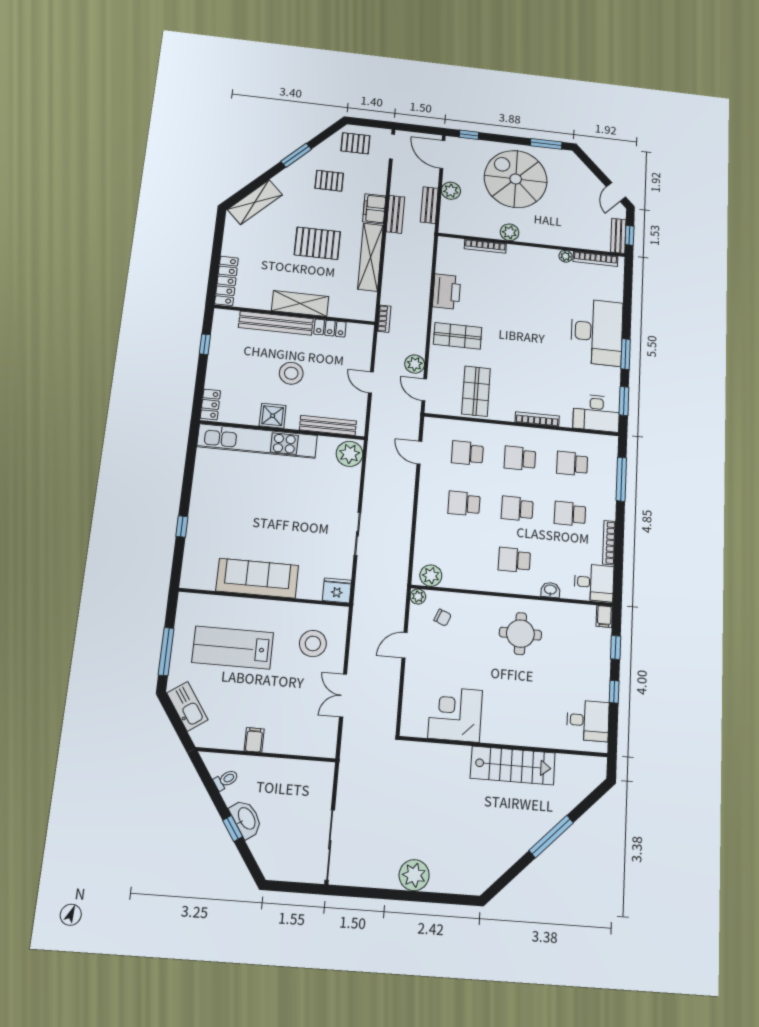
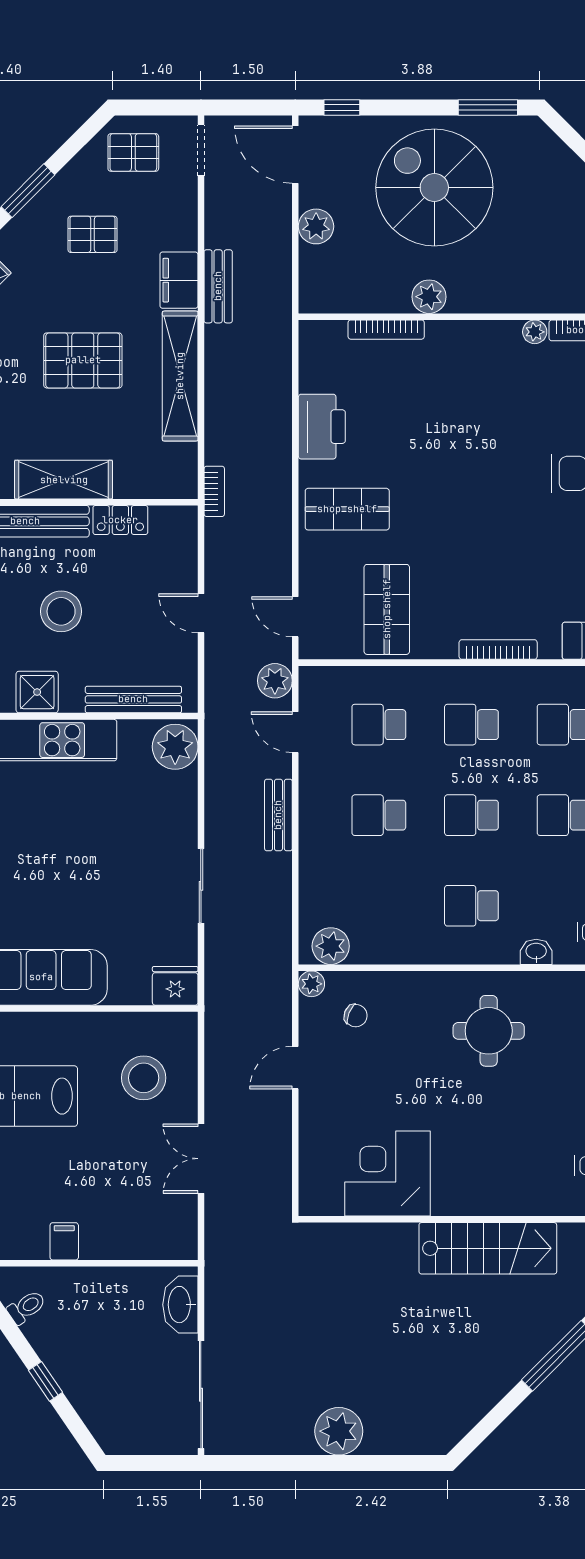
bench: (429, 205) -> (278, 815), moved
plant: (415, 364) -> (275, 681), moved
washbasin: (246, 819) -> (180, 1305), moved, turned -146

